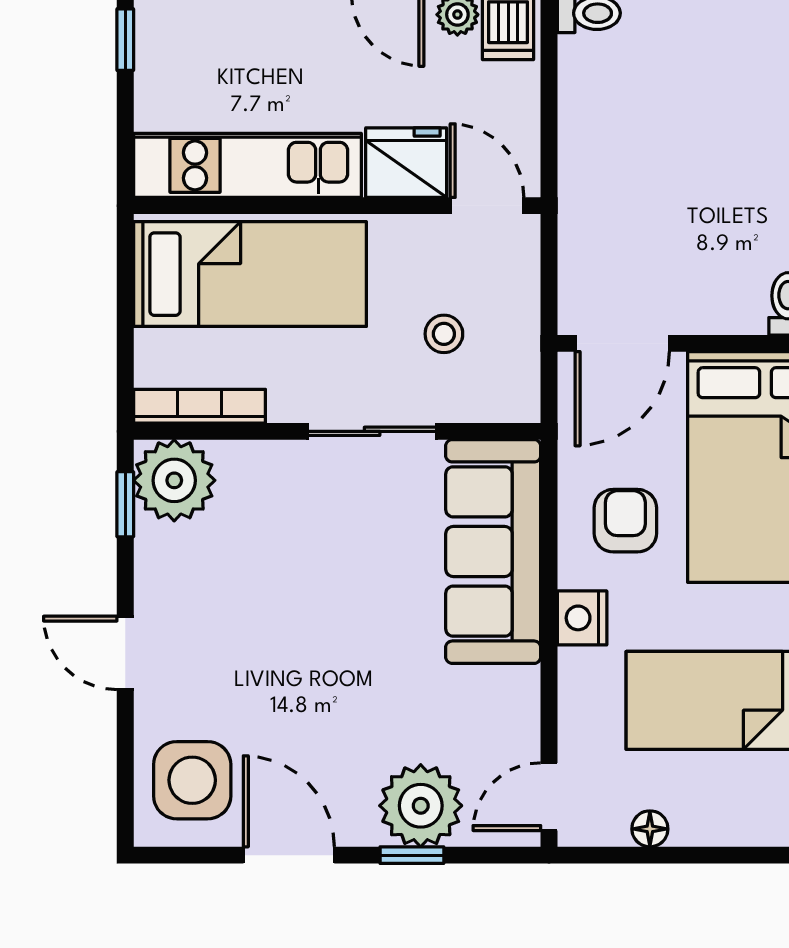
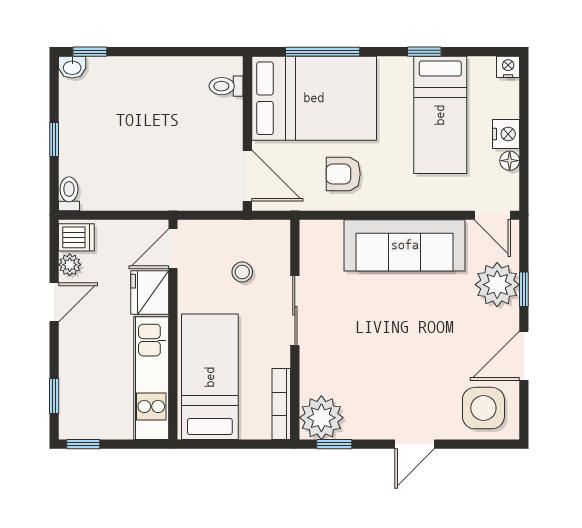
sofa: (493, 551) -> (405, 245), moved
nightstand: (582, 618) -> (506, 134), moved, turned -90

